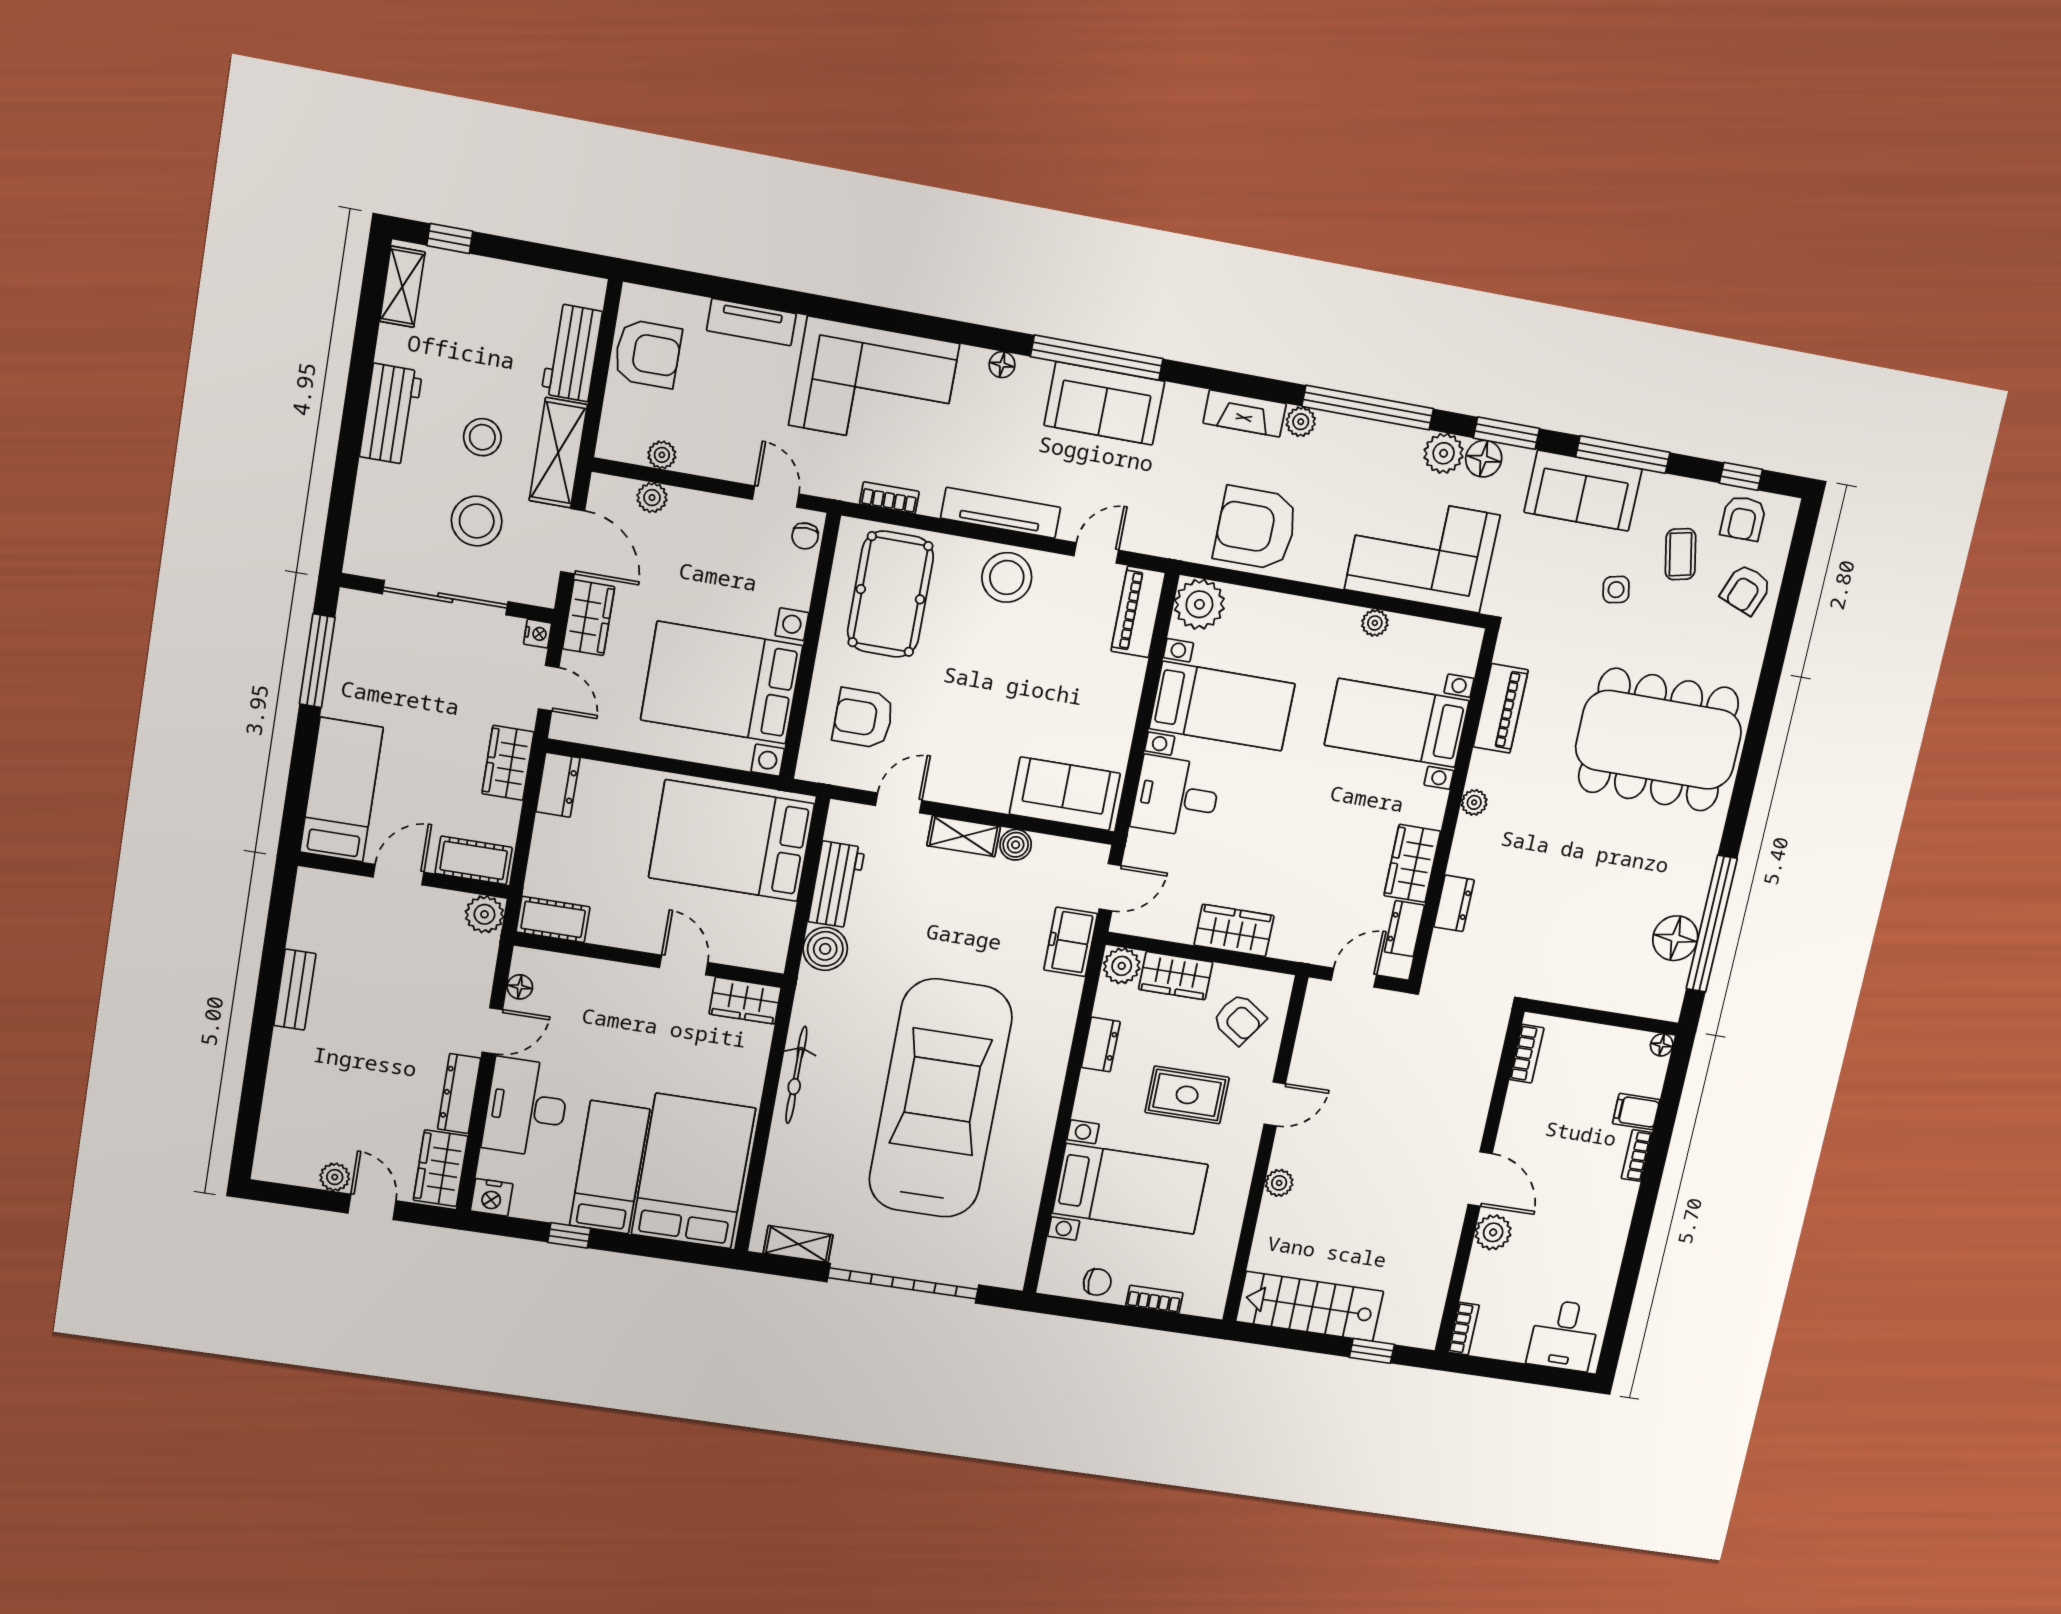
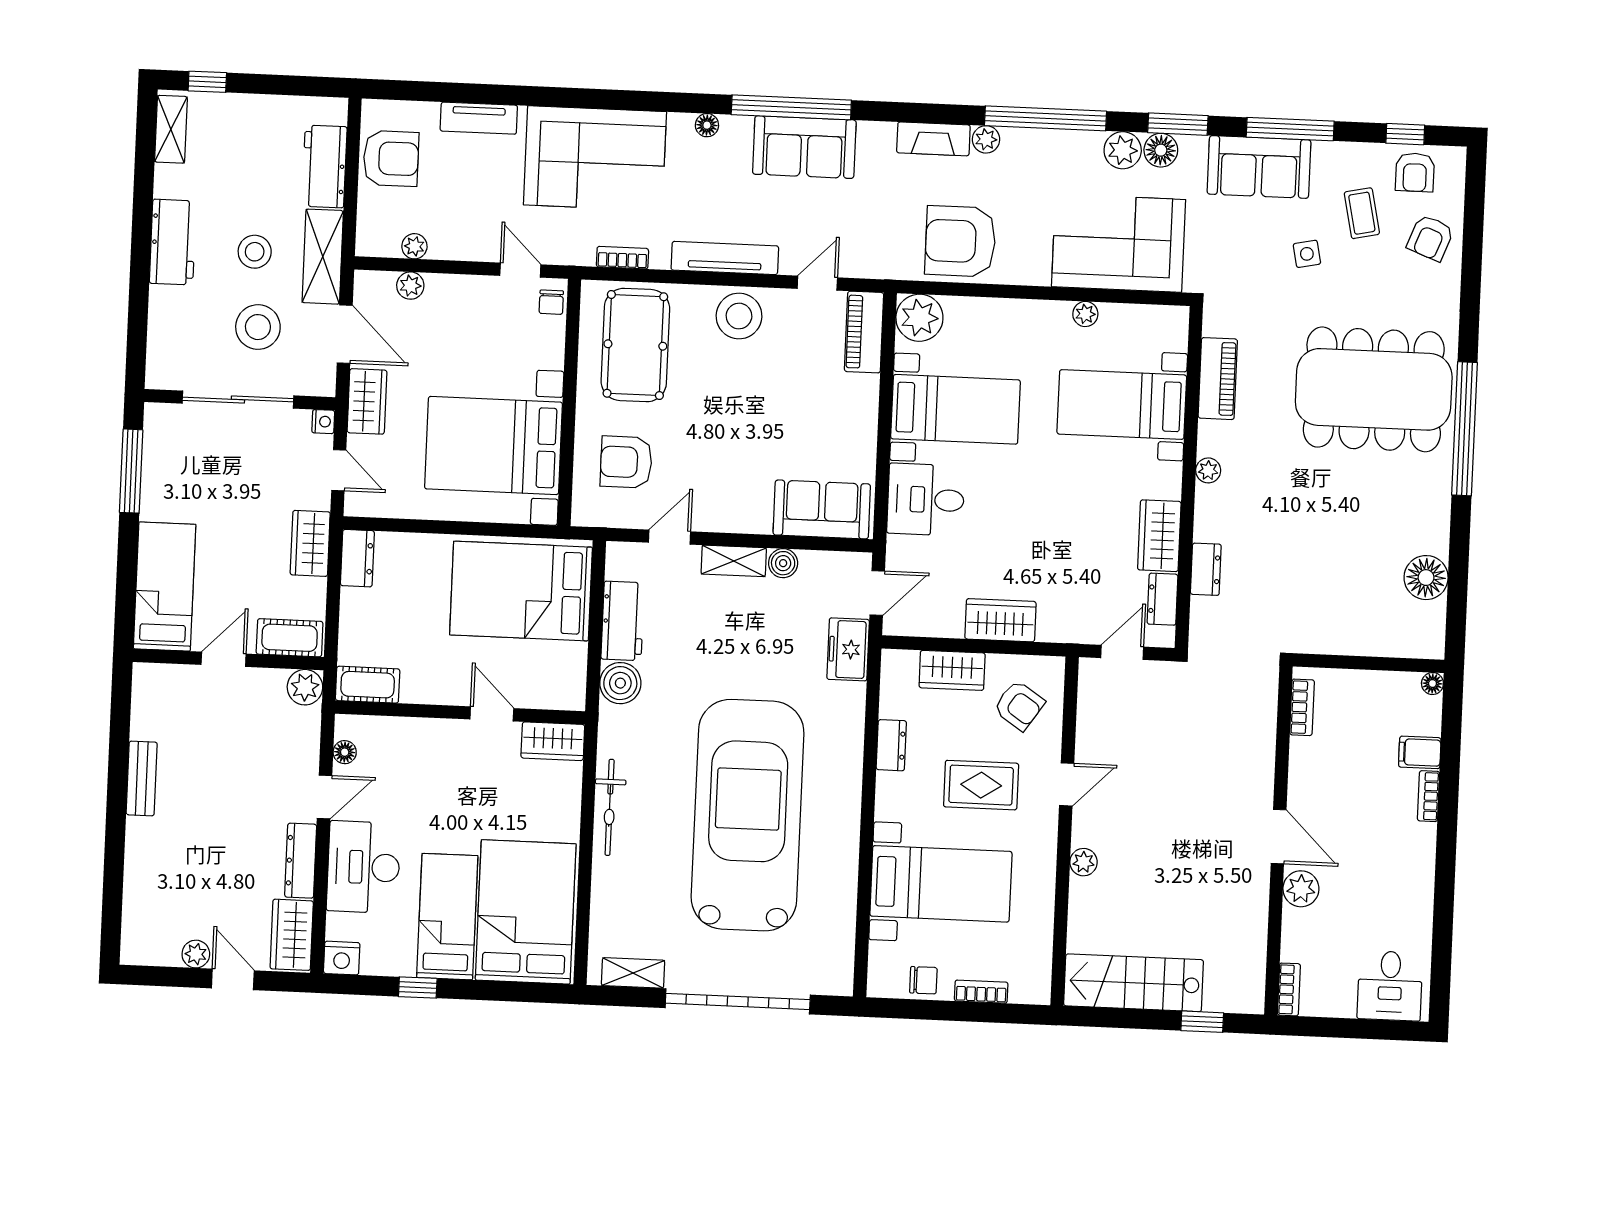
window: (1712, 924) -> (1464, 429), moved
plant: (1122, 966) -> (900, 667), removed

